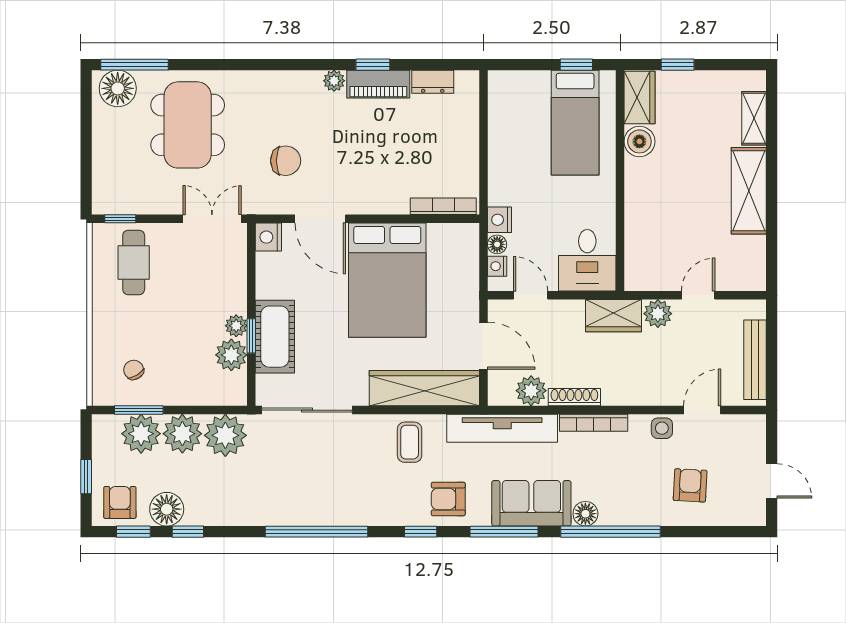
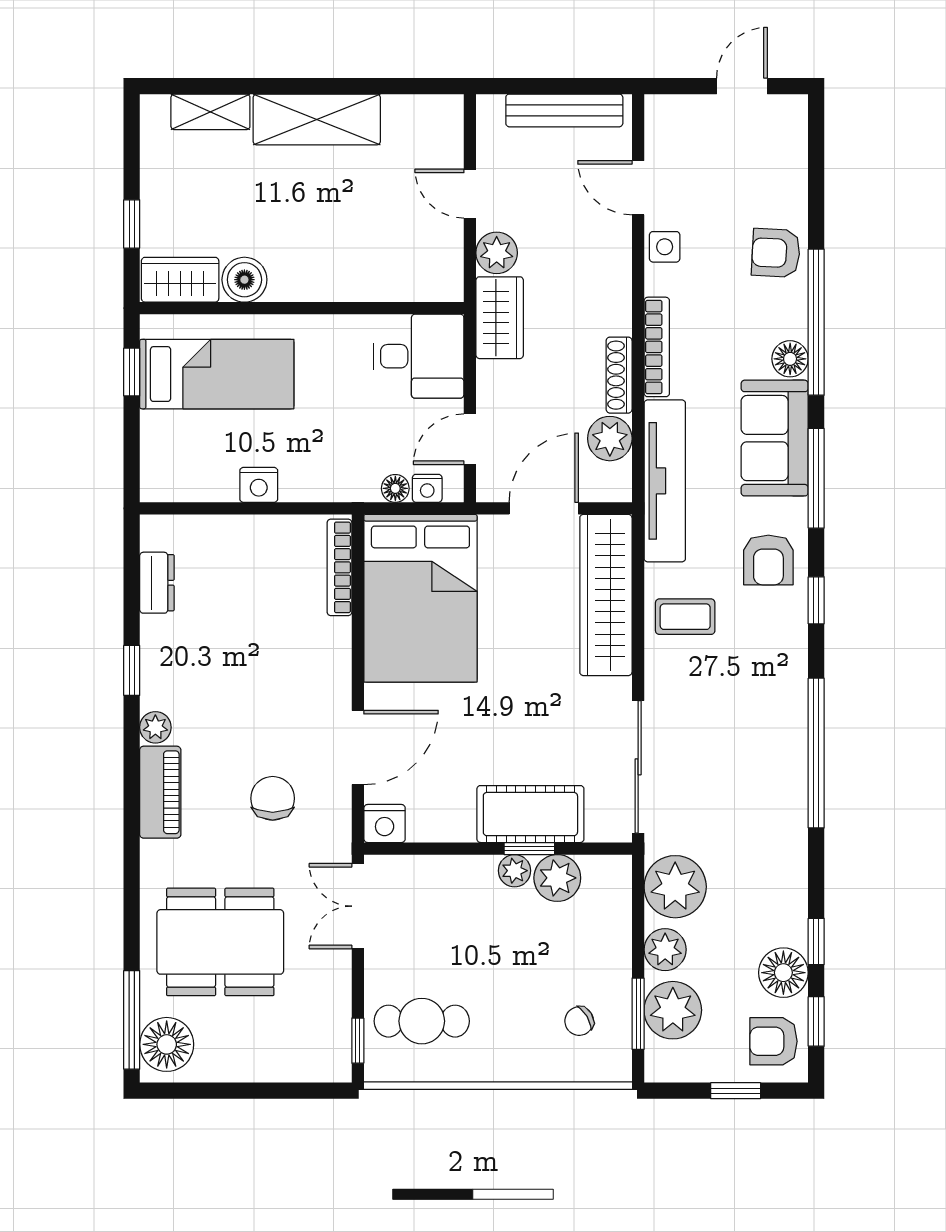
piano: (378, 84) -> (160, 792), moved
nightstand: (499, 220) -> (259, 485), moved
bed: (387, 280) -> (420, 598), moved, turned 90
plant: (182, 434) -> (665, 950), width x0.73, depth x0.73
armchair: (690, 485) -> (776, 253), moved

